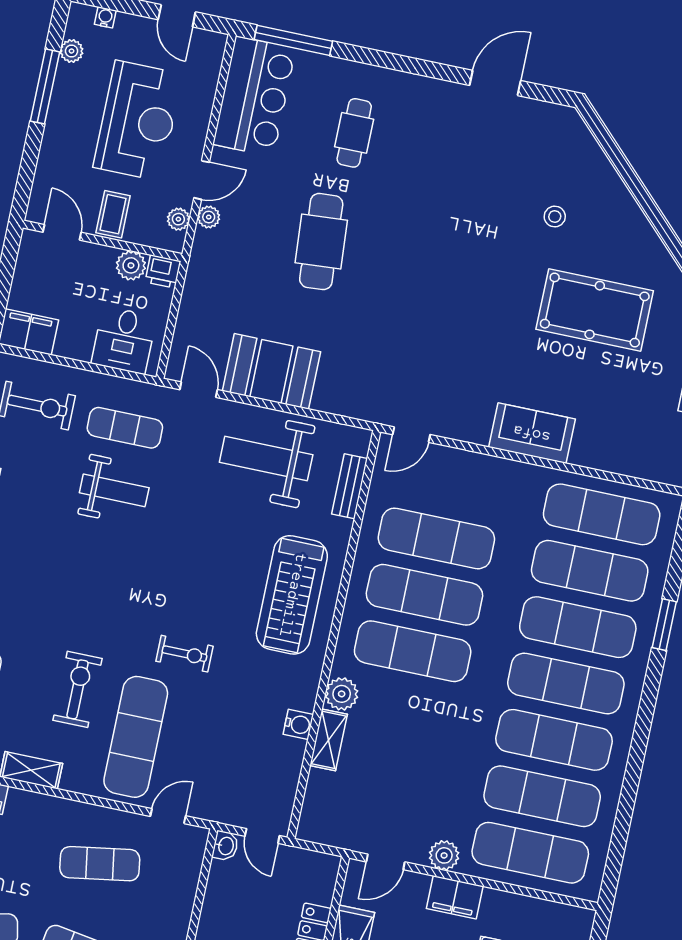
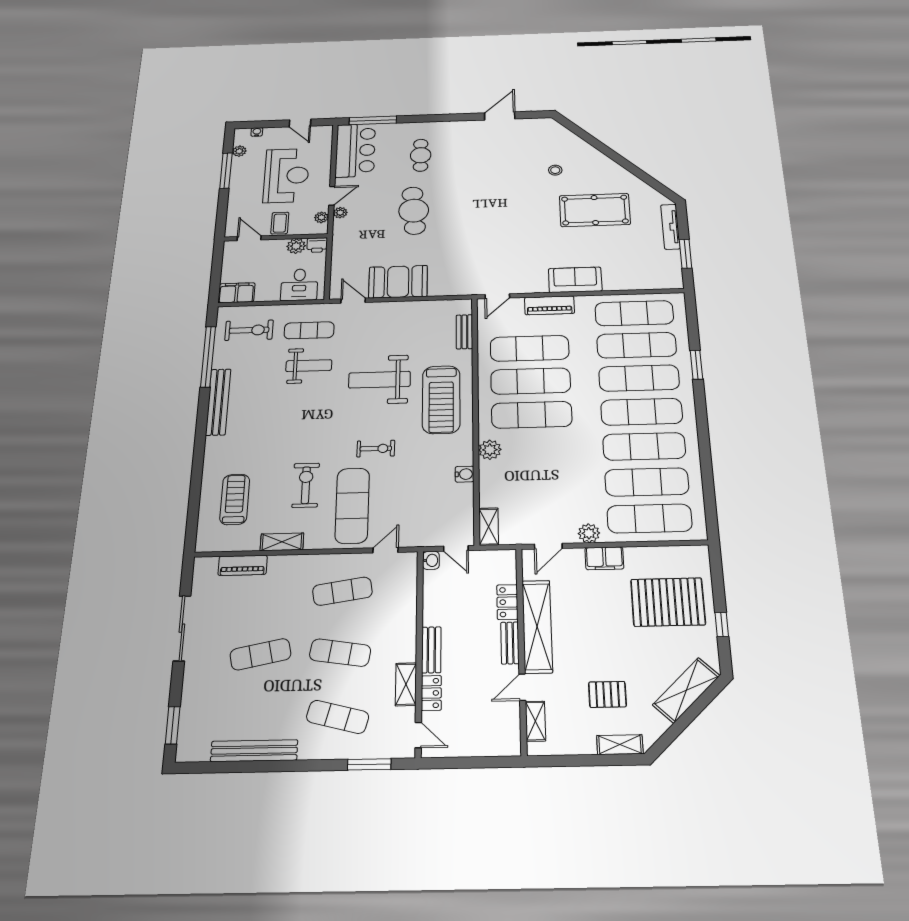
weight bench: (266, 458) -> (379, 380), moved
piano: (483, 470) -> (549, 305), added
shelving: (329, 740) -> (489, 527), moved

